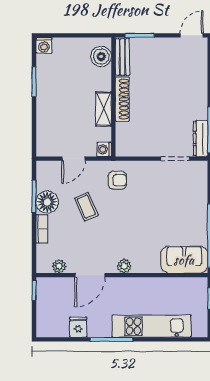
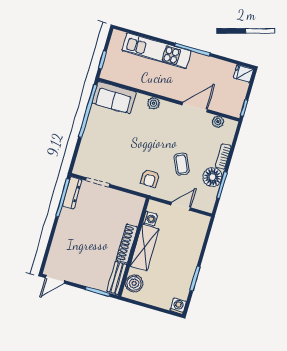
shelving: (104, 109) -> (144, 248), width x1.50, depth x1.33
washing machine: (104, 149) -> (150, 219), moved
armchair: (117, 180) -> (150, 178), turned -90
plant: (124, 266) -> (153, 103), moved
fridge: (78, 327) -> (243, 74), moved, turned 90

